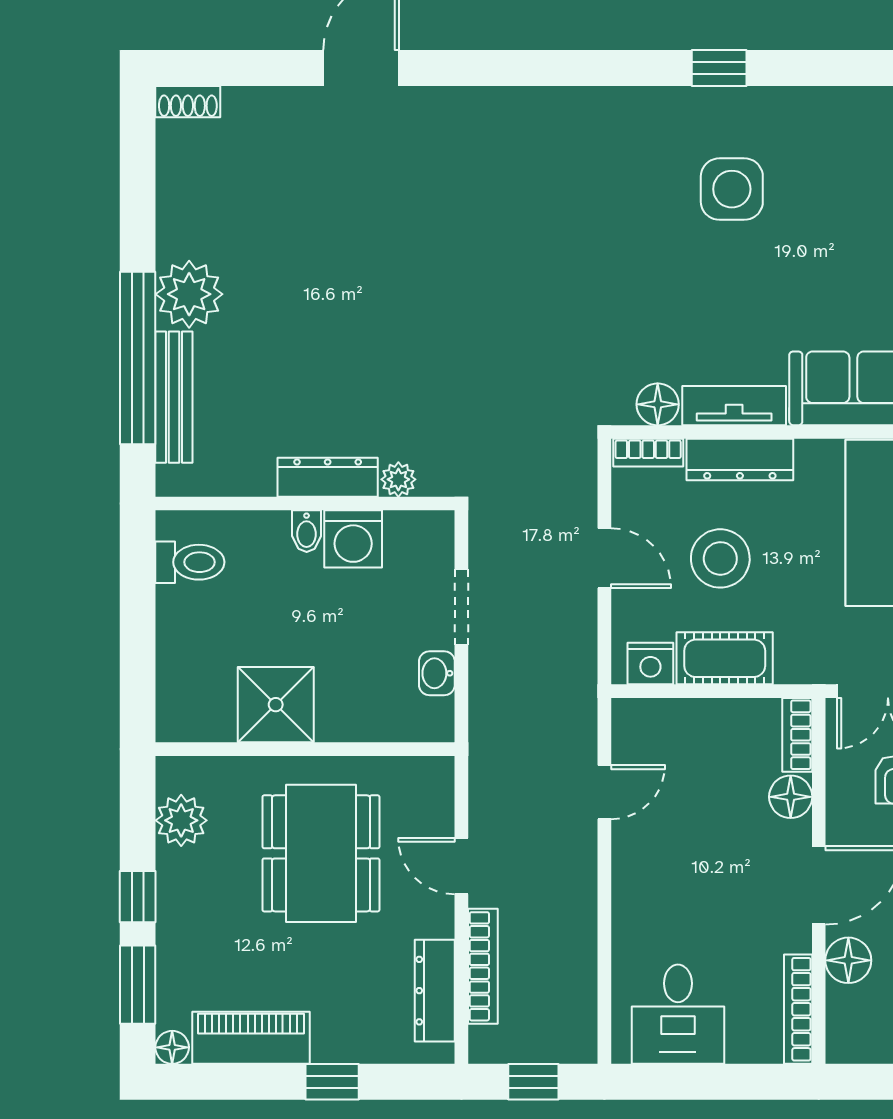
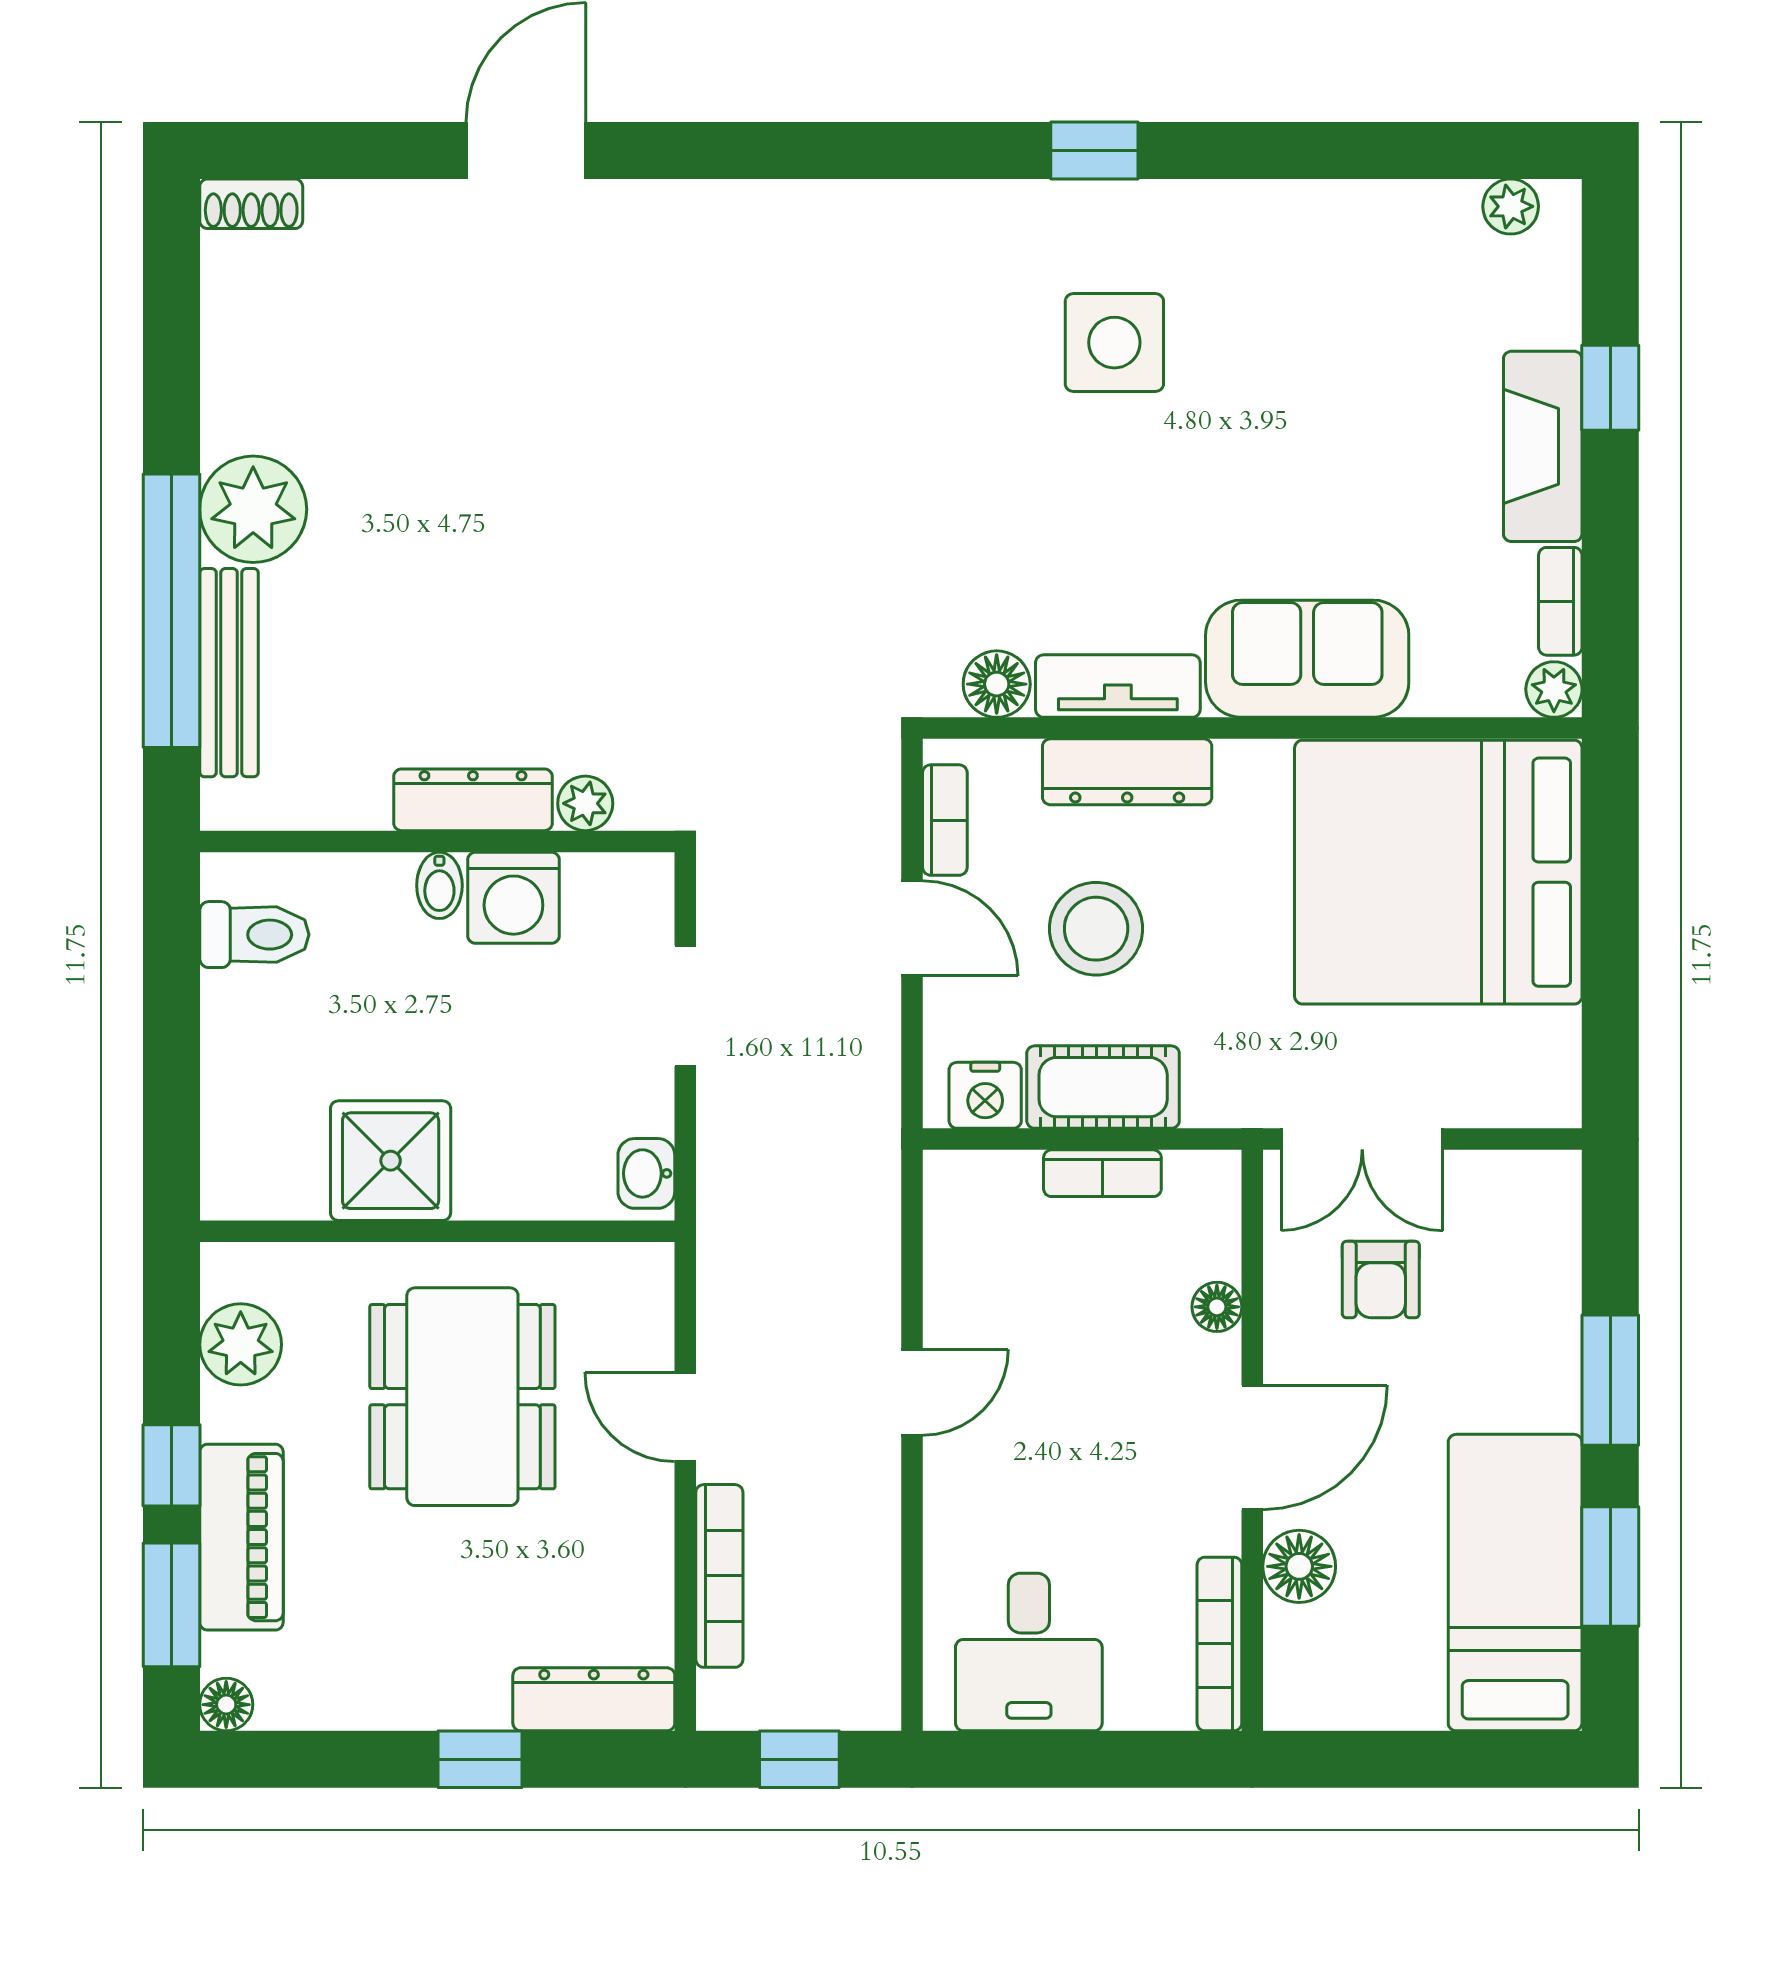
bookcase: (648, 453) -> (945, 820), moved, turned -90
washbasin: (437, 673) -> (646, 1173), moved
bookcase: (797, 735) -> (1102, 1173), moved, turned -90
door: (604, 792) -> (912, 1392), moved
floor lamp: (791, 797) -> (1217, 1307), width x0.73, depth x0.73
dresser: (435, 991) -> (594, 1699), moved, turned 90
piano: (251, 1038) -> (241, 1537), moved, turned 90

